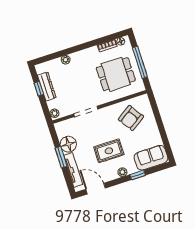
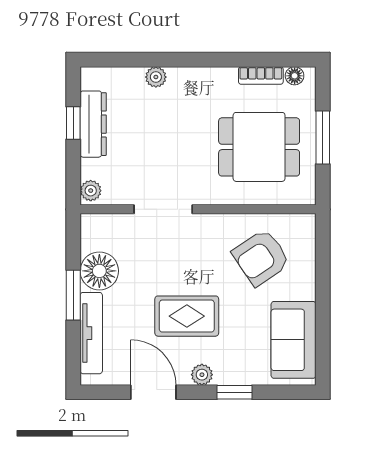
window: (140, 62) -> (323, 138), width x0.69
sofa: (151, 158) -> (293, 340), moved, turned -90
door: (96, 189) -> (153, 392), moved

